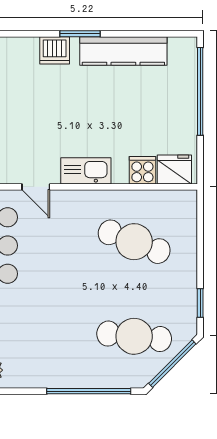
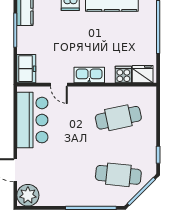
cafe table: (134, 242) -> (118, 118), turned -33

